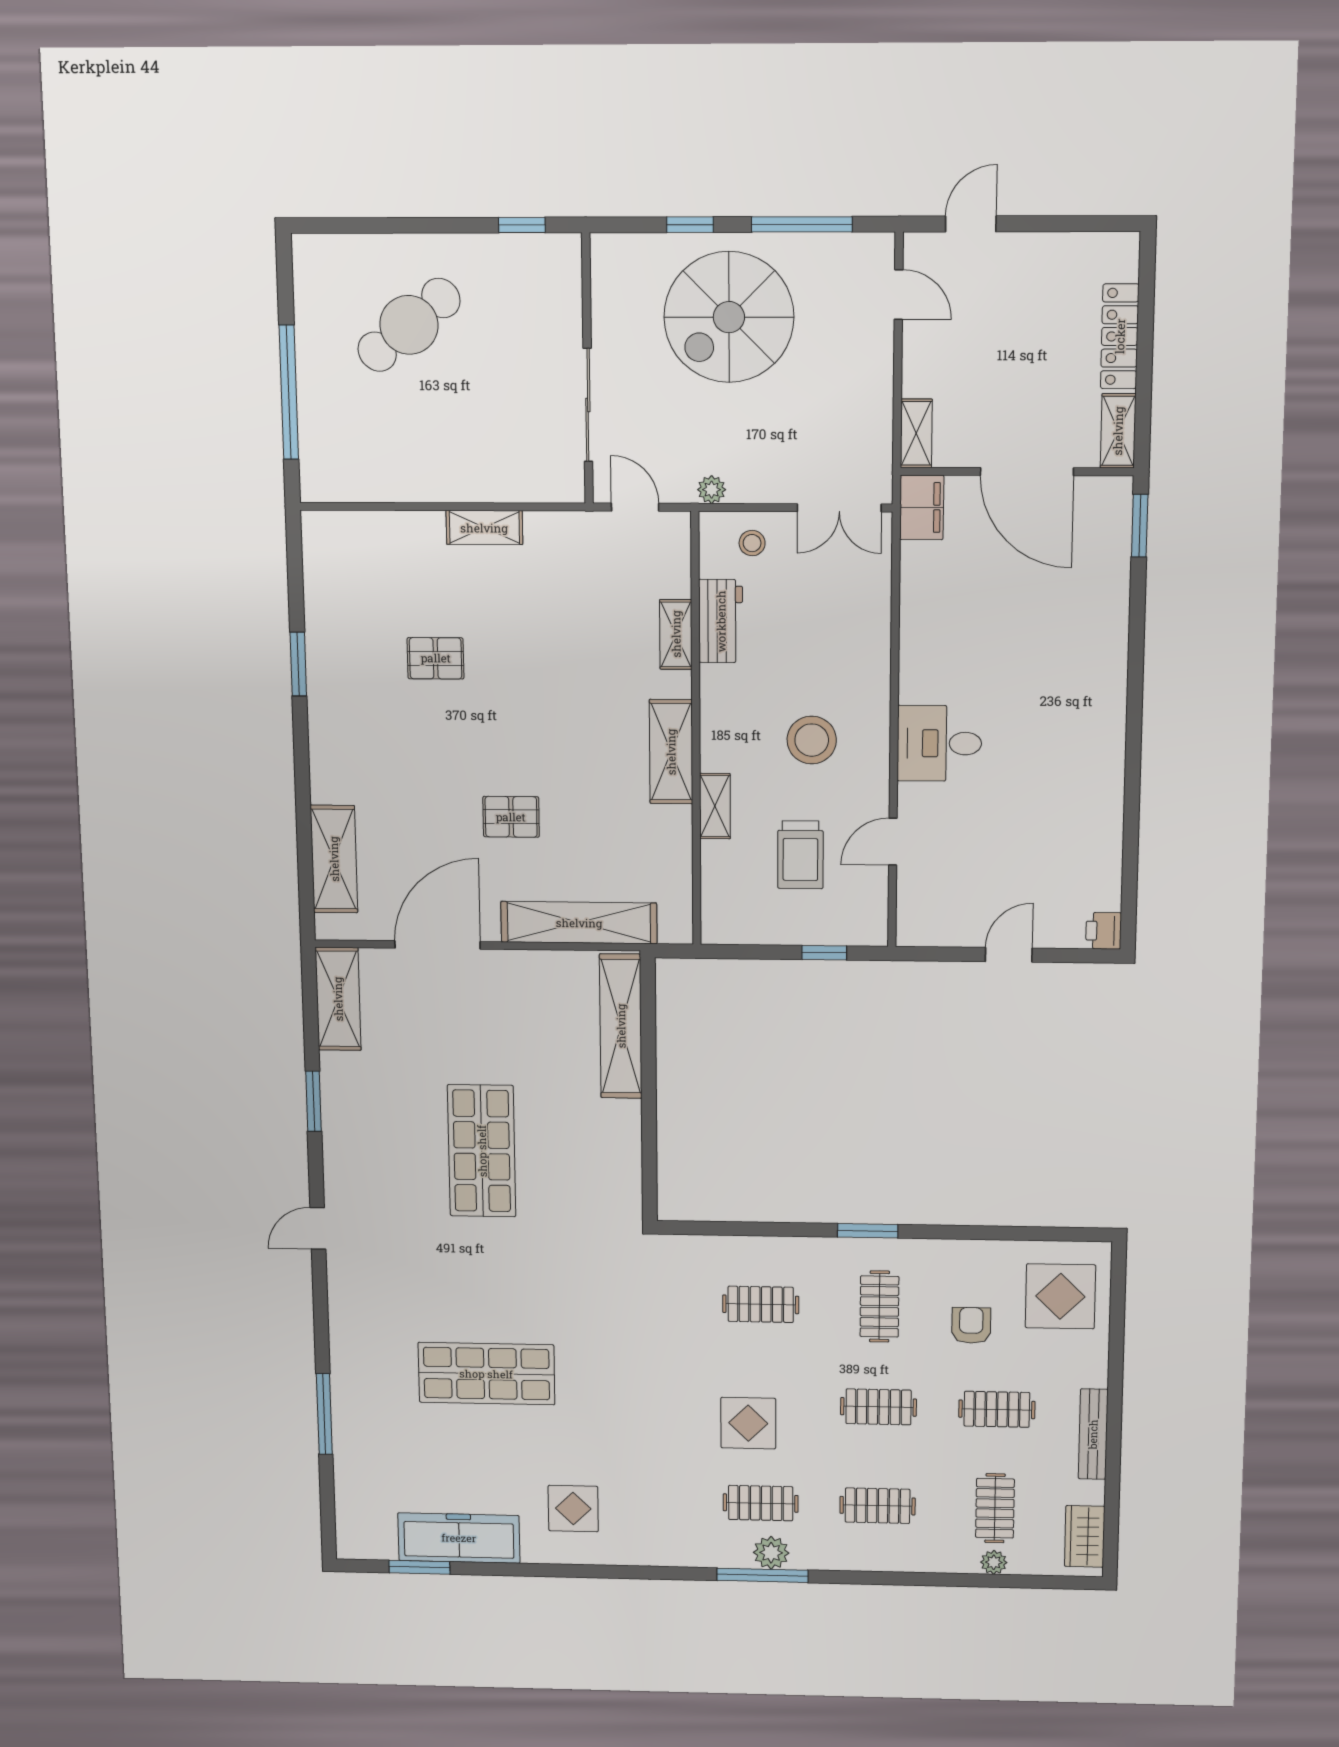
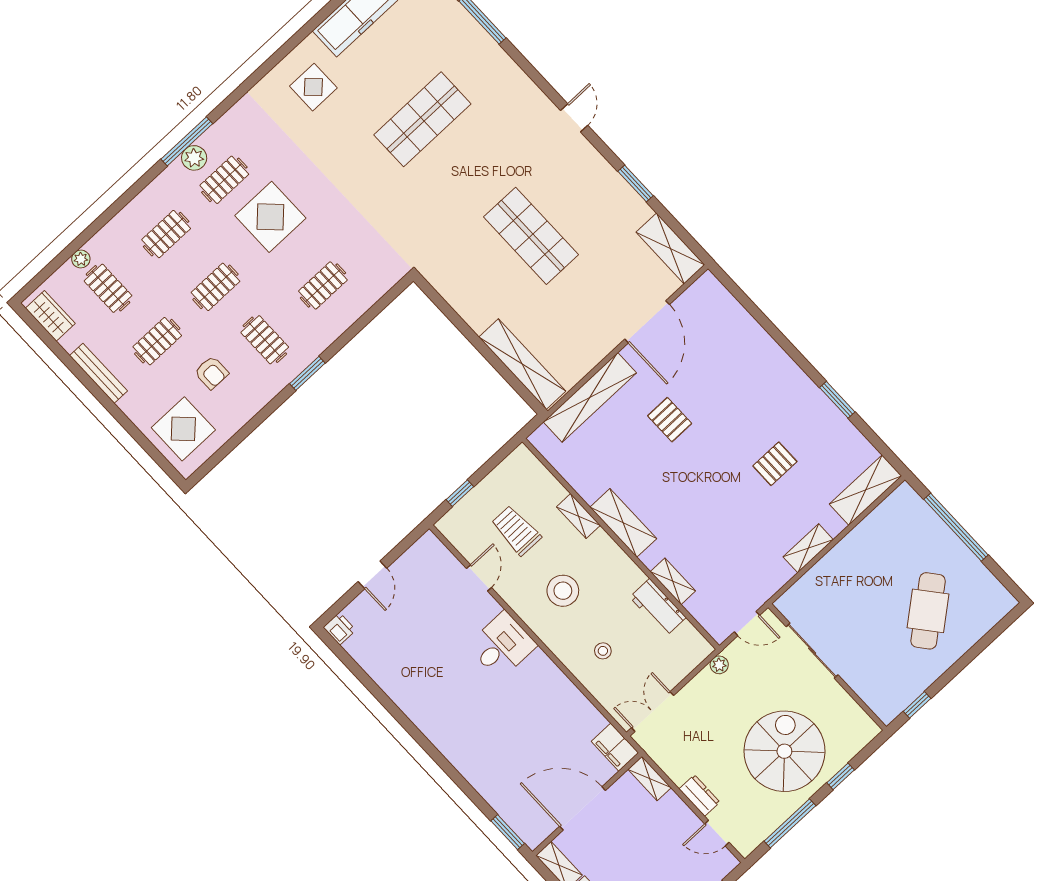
dresser: (877, 358) -> (699, 795), added
stool: (752, 543) -> (603, 651), moved
pallet: (511, 817) -> (670, 420), turned 90
shelving: (334, 859) -> (865, 490), moved, turned 90
display table: (748, 1423) -> (270, 217), width x1.36, depth x1.36

